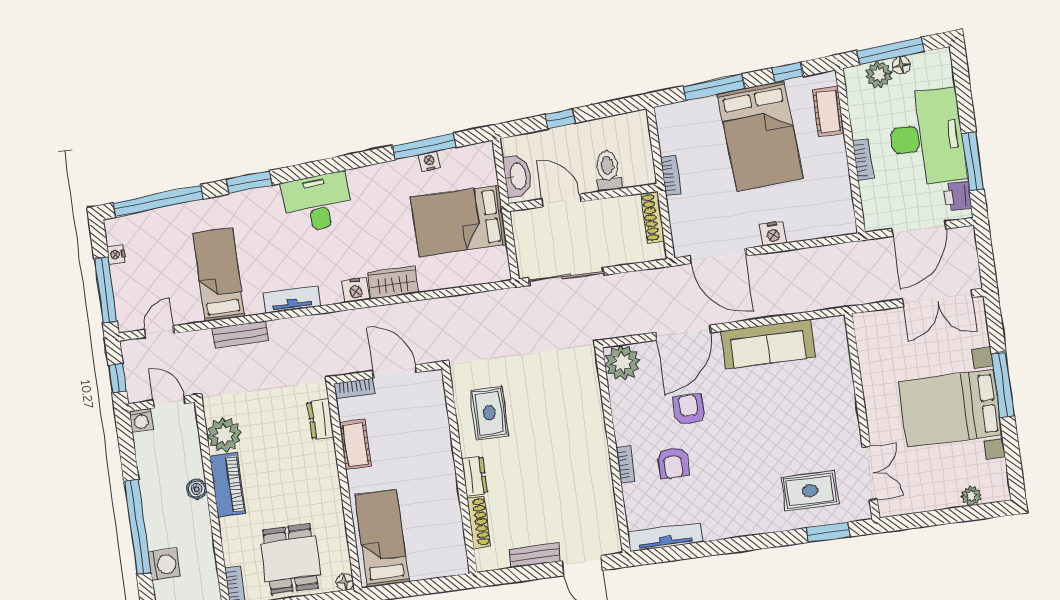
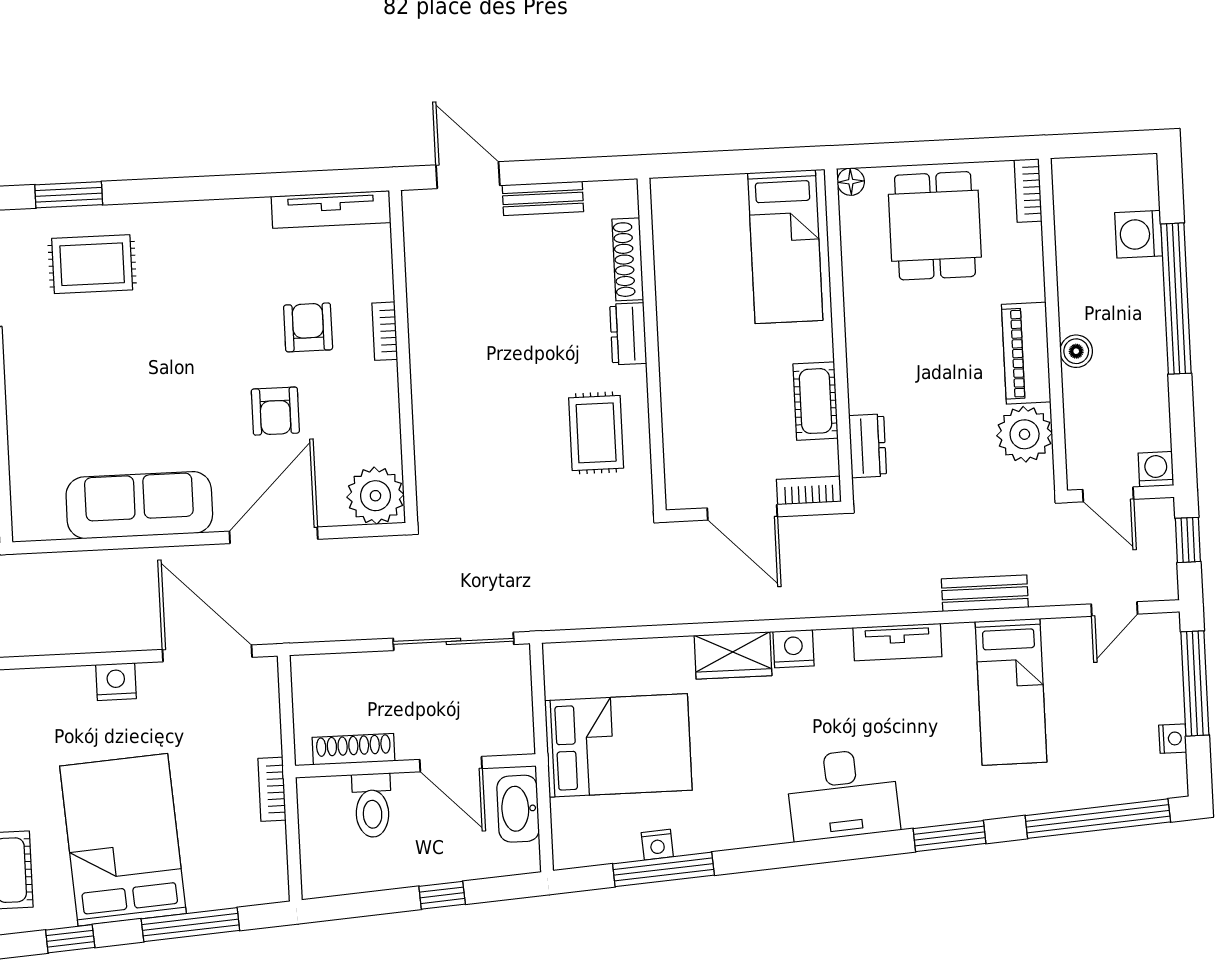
shoe rack: (653, 217) -> (353, 749), moved, turned -90

